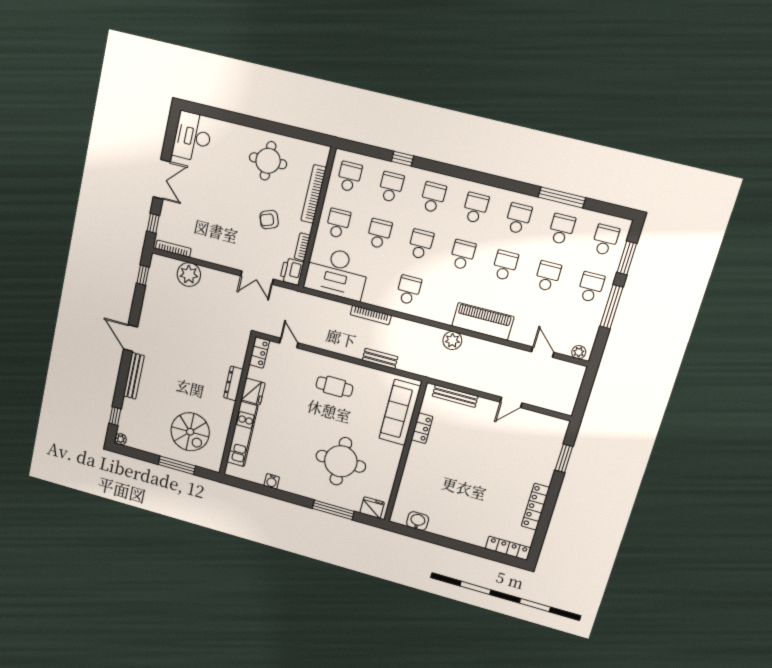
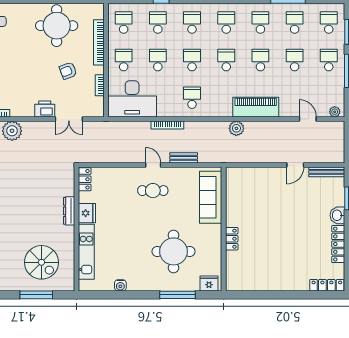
round table: (268, 161) -> (57, 26), width x1.36, depth x1.36
printer: (292, 271) -> (45, 109), moved, turned 90
door: (289, 343) -> (153, 165), moved
bench: (455, 396) -> (327, 172), moved
locker: (422, 428) -> (232, 239), moved
washbasin: (418, 521) -> (337, 215), moved, turned -90

